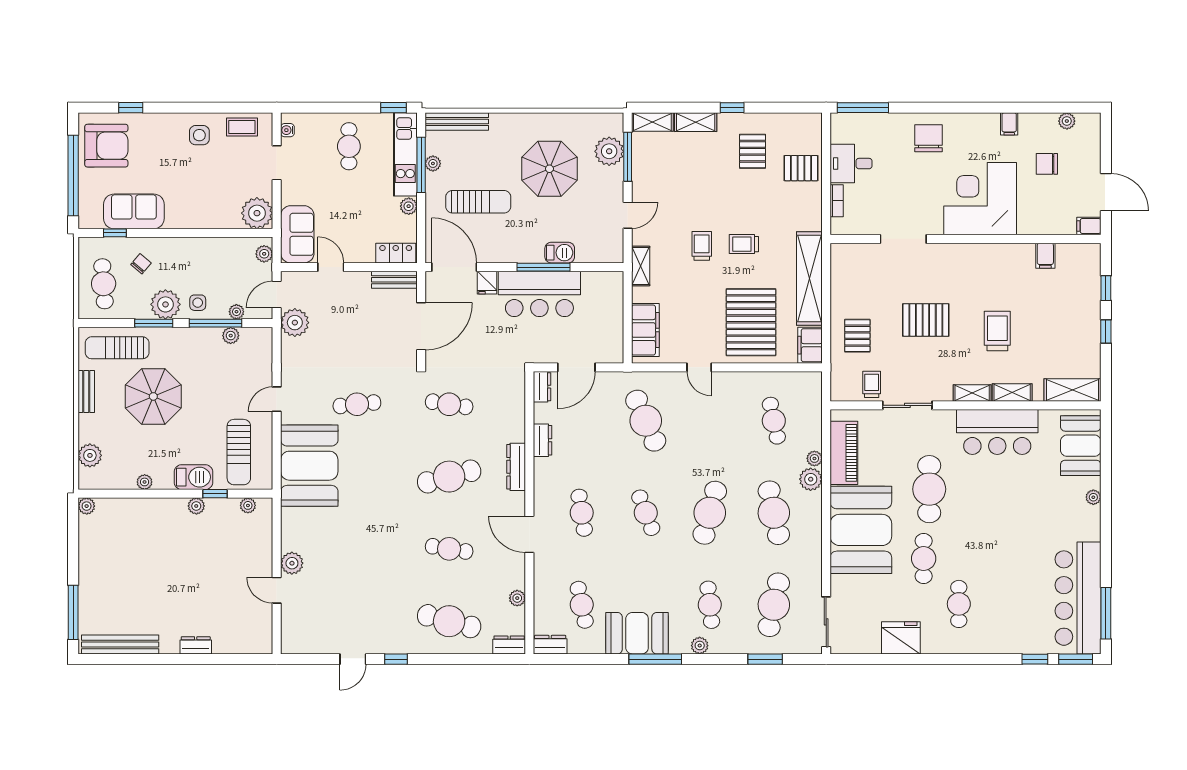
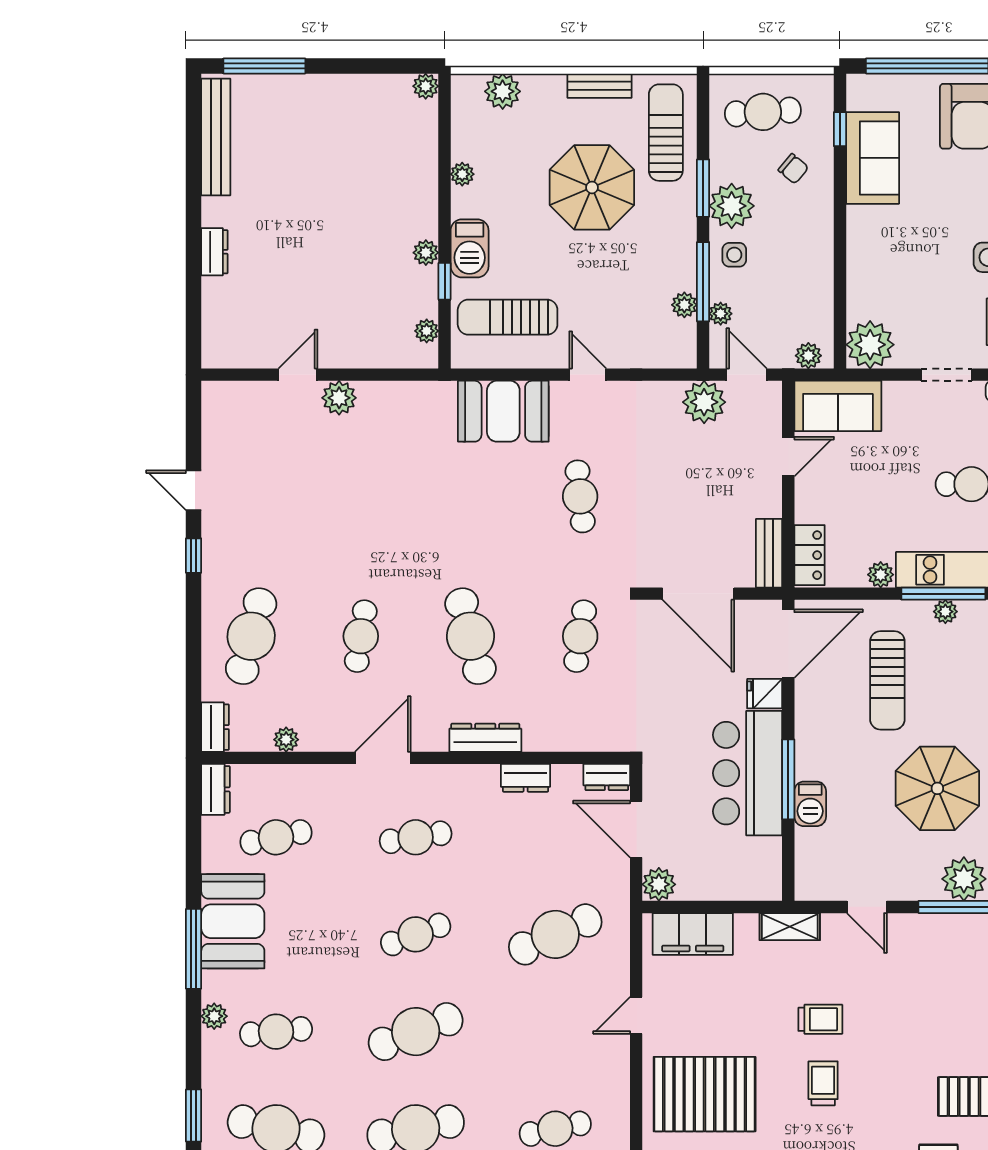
plant: (613, 352) -> (659, 884), added
booth: (309, 466) -> (503, 411), width x0.73, depth x0.70
cafe table: (710, 513) -> (416, 1032), turned -36

